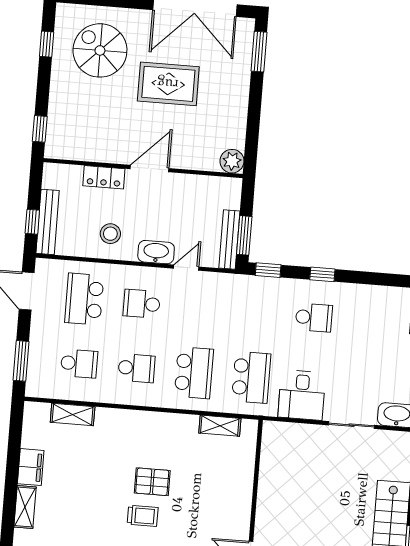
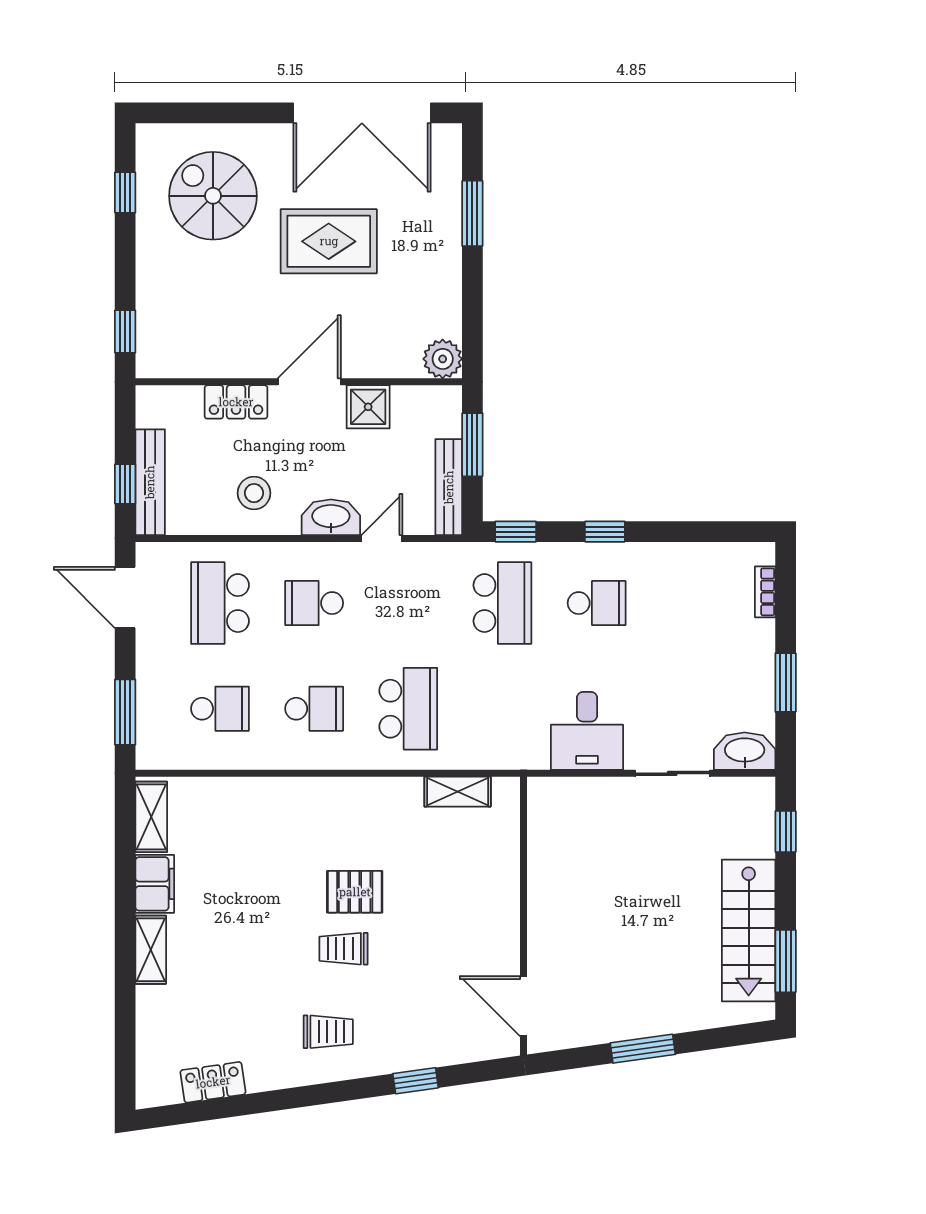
window: (259, 52) -> (472, 213), moved
shower: (184, 187) -> (368, 407), added
window: (244, 235) -> (472, 445), moved
school desk: (251, 377) -> (502, 603), moved
shelving: (73, 414) -> (151, 817), moved, turned 90
trolley: (143, 516) -> (343, 949), turned 180

